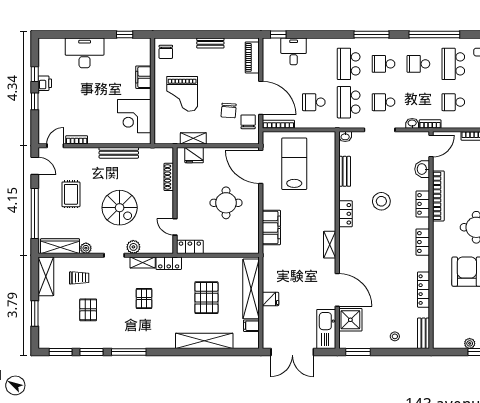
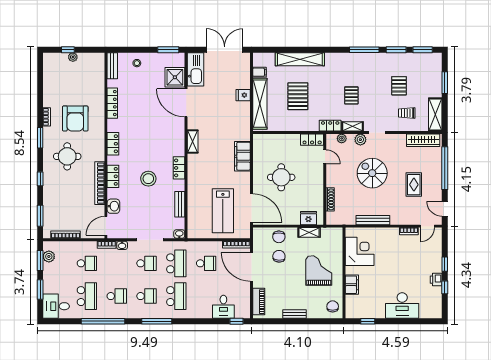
chair: (248, 122) -> (279, 237), moved
plant: (86, 248) -> (342, 138), moved

